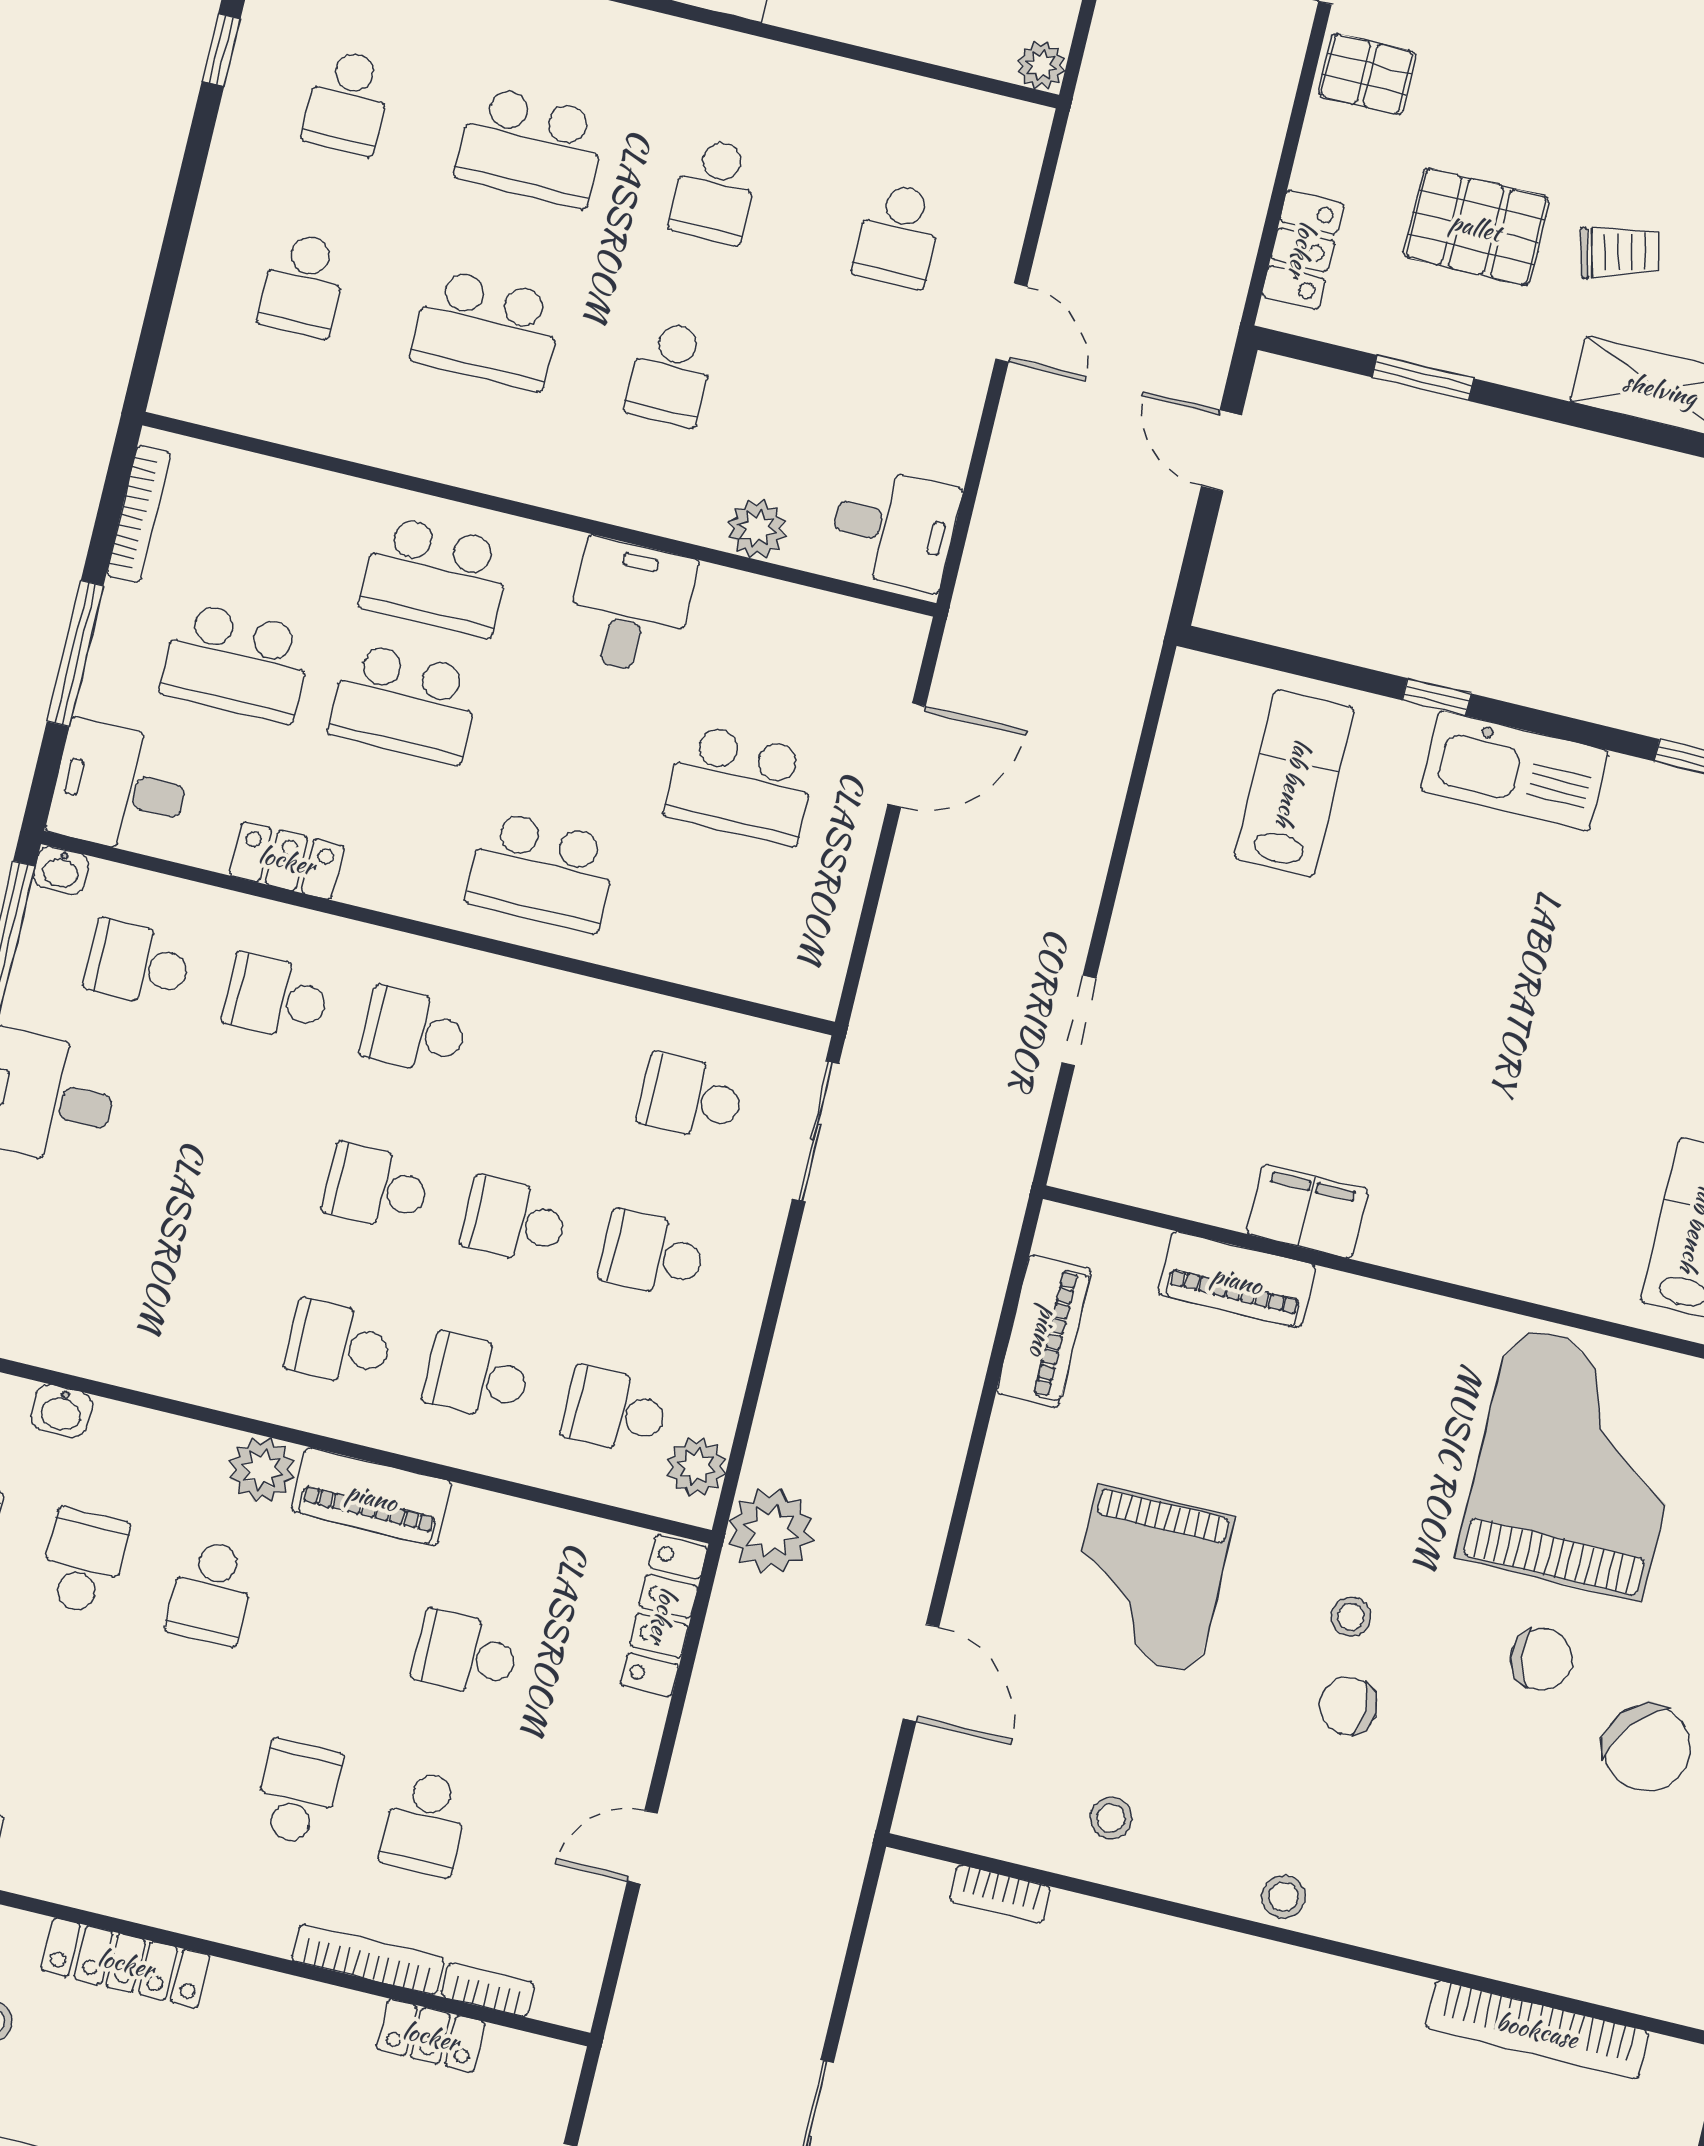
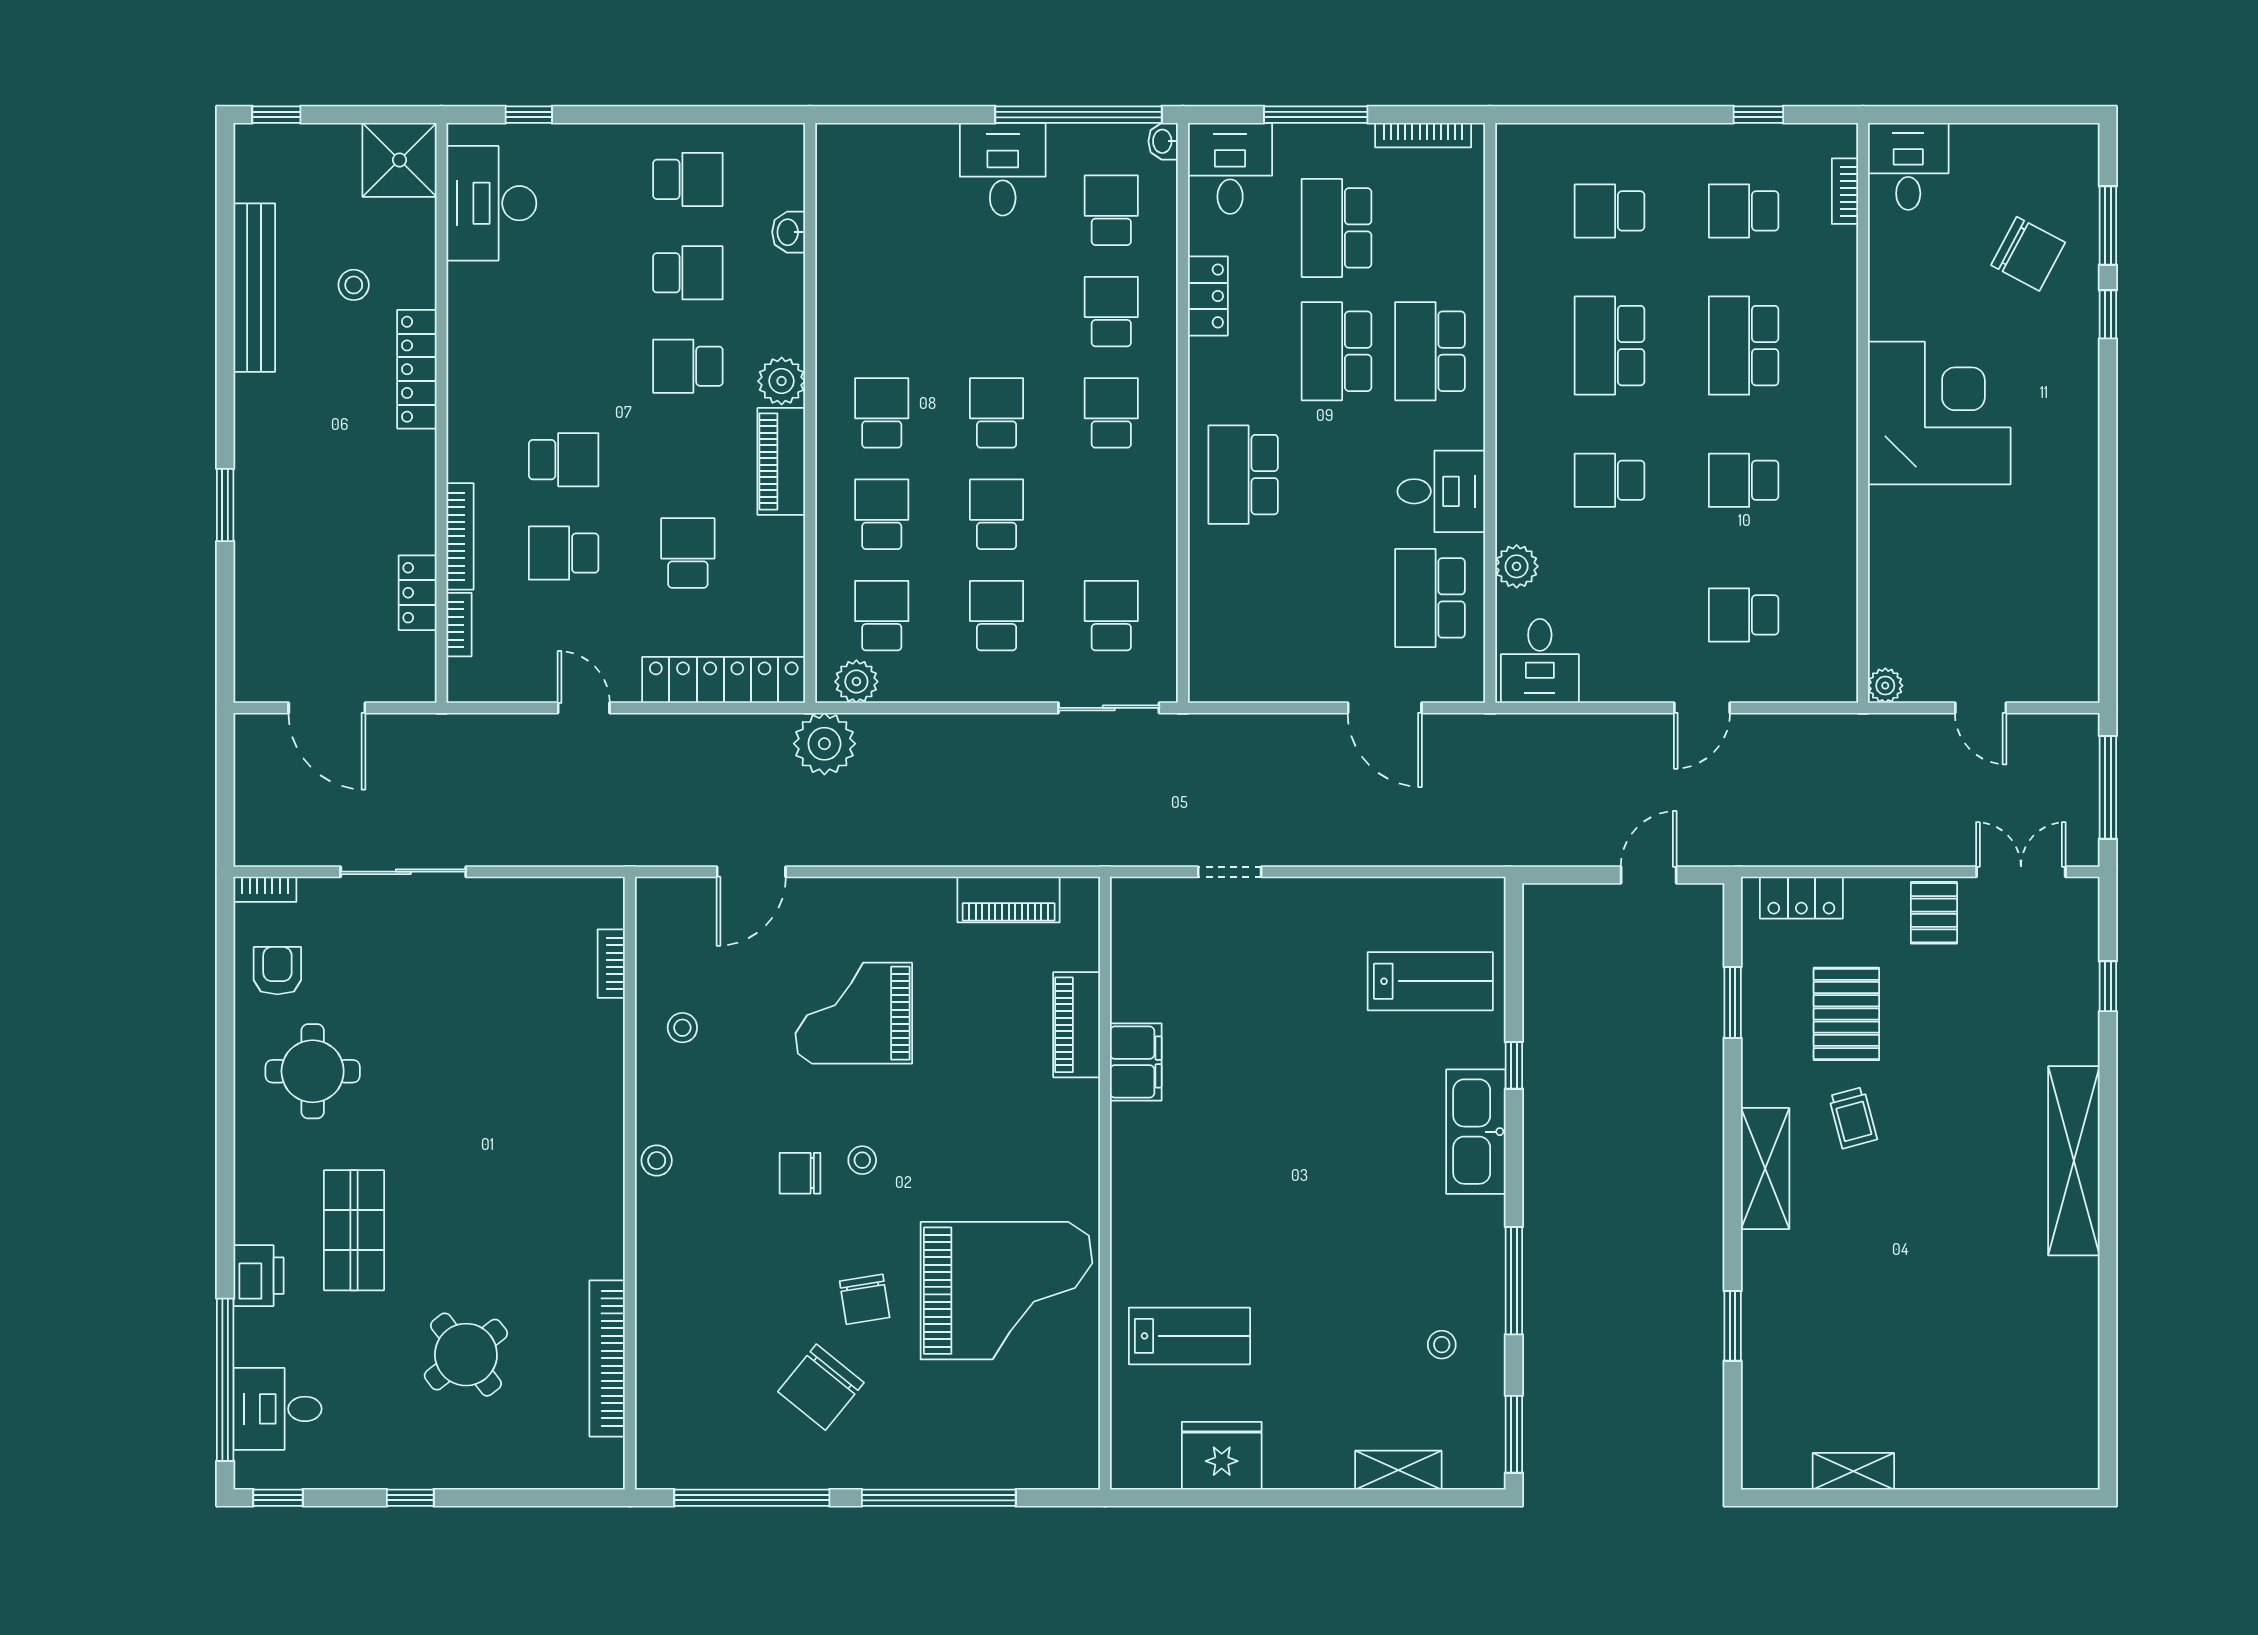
school desk: (741, 785) -> (1430, 598), moved
locker: (664, 1616) -> (724, 680), width x1.41, depth x1.21
chair: (1348, 1706) -> (800, 1173), turned -90

